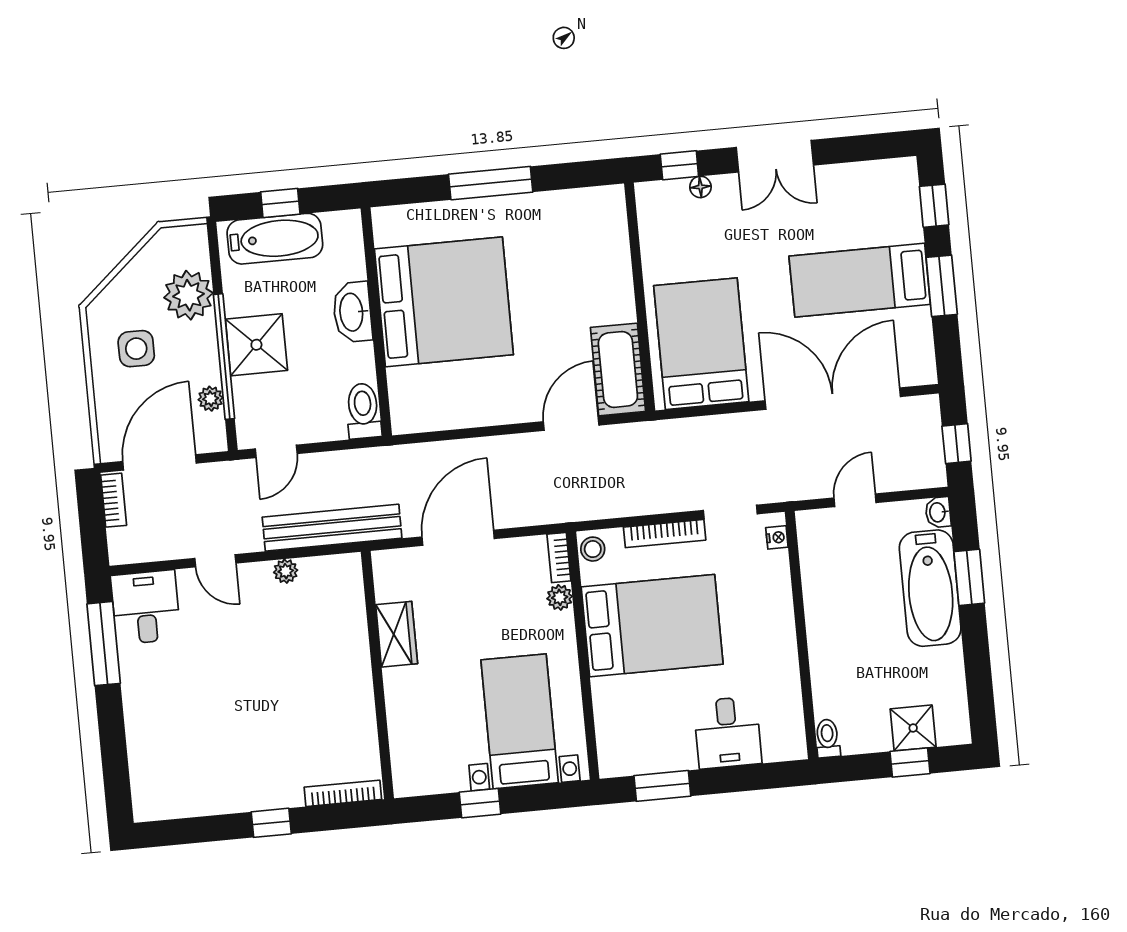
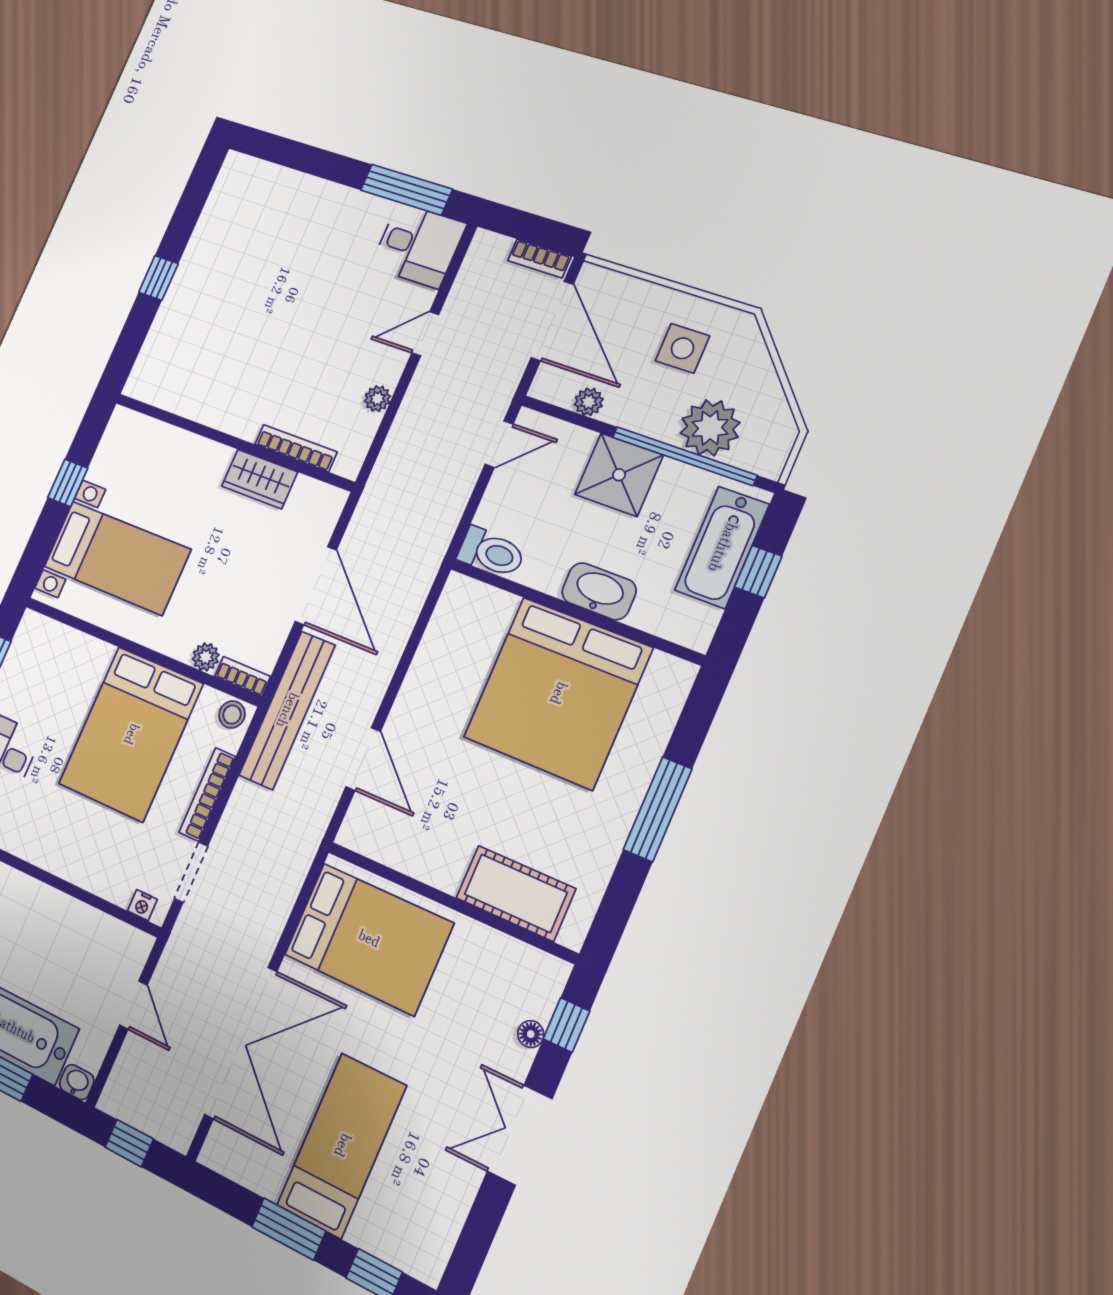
window: (224, 357) -> (684, 456), moved
cot: (618, 369) -> (516, 893), moved
door: (276, 451) -> (499, 444), swing flipped
bench: (332, 528) -> (287, 710), moved
bookcase: (343, 793) -> (296, 448), moved, turned -90

